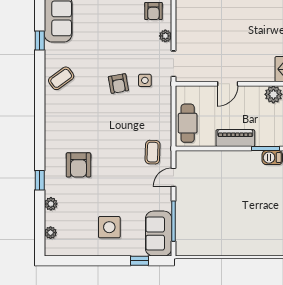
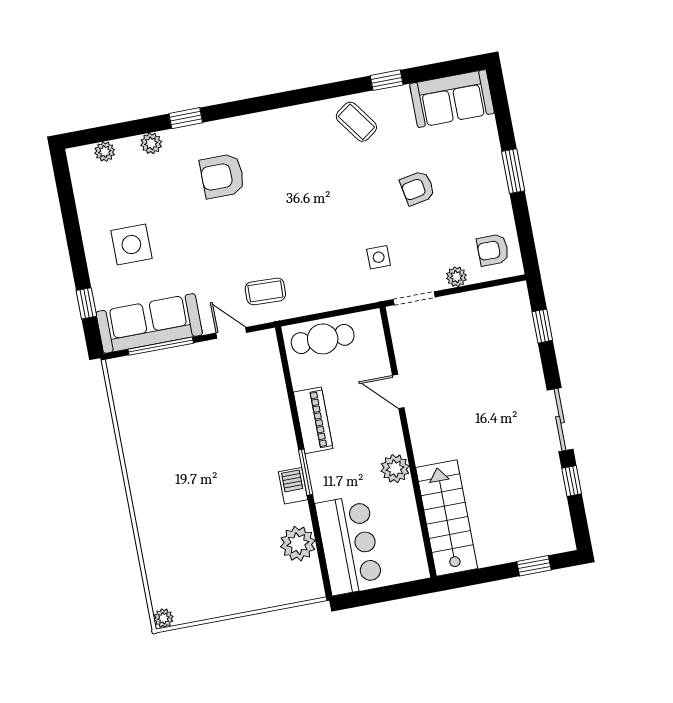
window: (40, 41) -> (387, 80), moved
armchair: (118, 84) -> (417, 188), moved
sofa: (159, 234) -> (149, 323), width x1.36

